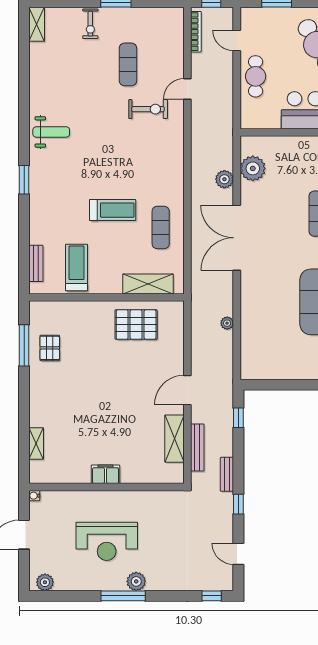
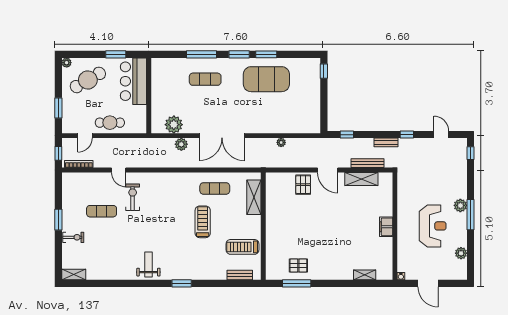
pallet: (136, 325) -> (303, 185), moved, width x0.67, depth x0.71
door: (238, 554) -> (441, 135), swing flipped
plant: (45, 582) -> (461, 253), moved

